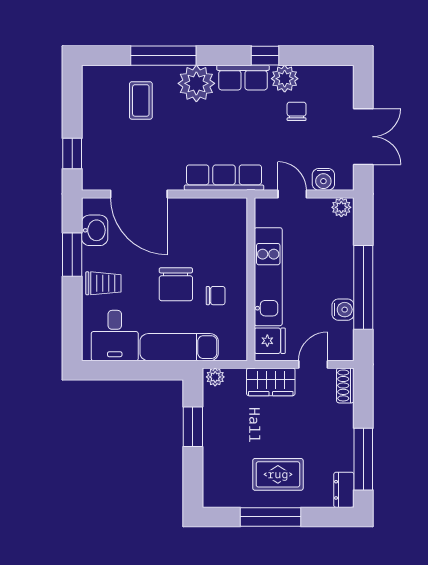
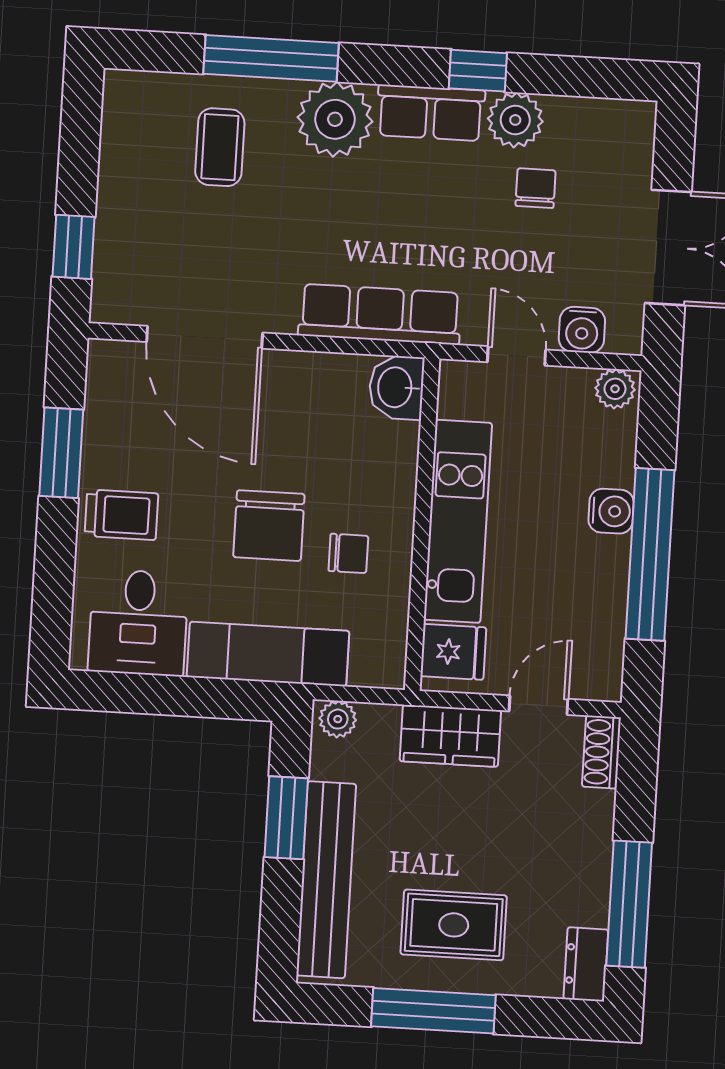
washbasin: (95, 230) -> (396, 387), moved, turned 180
water cooler: (343, 310) -> (611, 511), moved
bench: (214, 456) -> (326, 880), added

